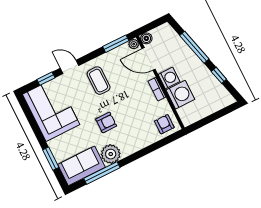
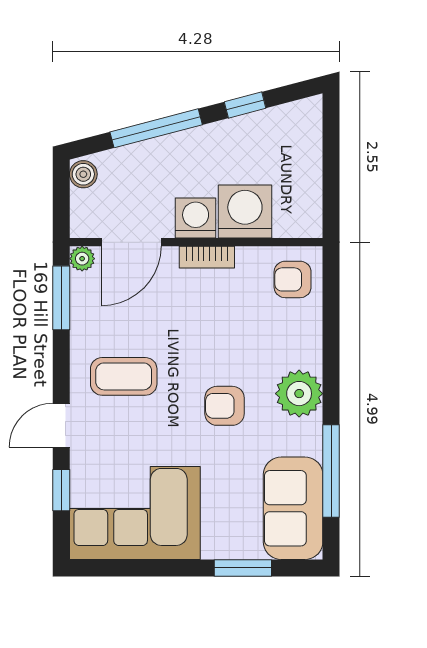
boiler: (146, 38) -> (83, 174), moved
armchair: (106, 122) -> (225, 406), turned -90
plant: (111, 154) -> (299, 394), moved

